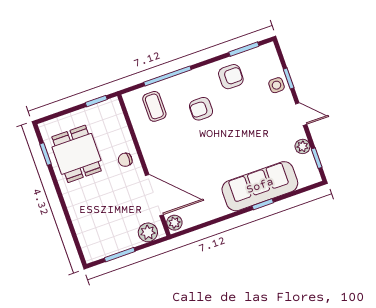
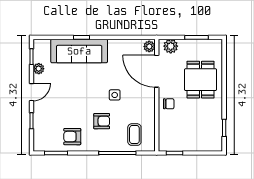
side table: (276, 85) -> (115, 95), moved
door: (301, 114) -> (31, 92), swing flipped
dining table: (77, 154) -> (201, 80), moved

